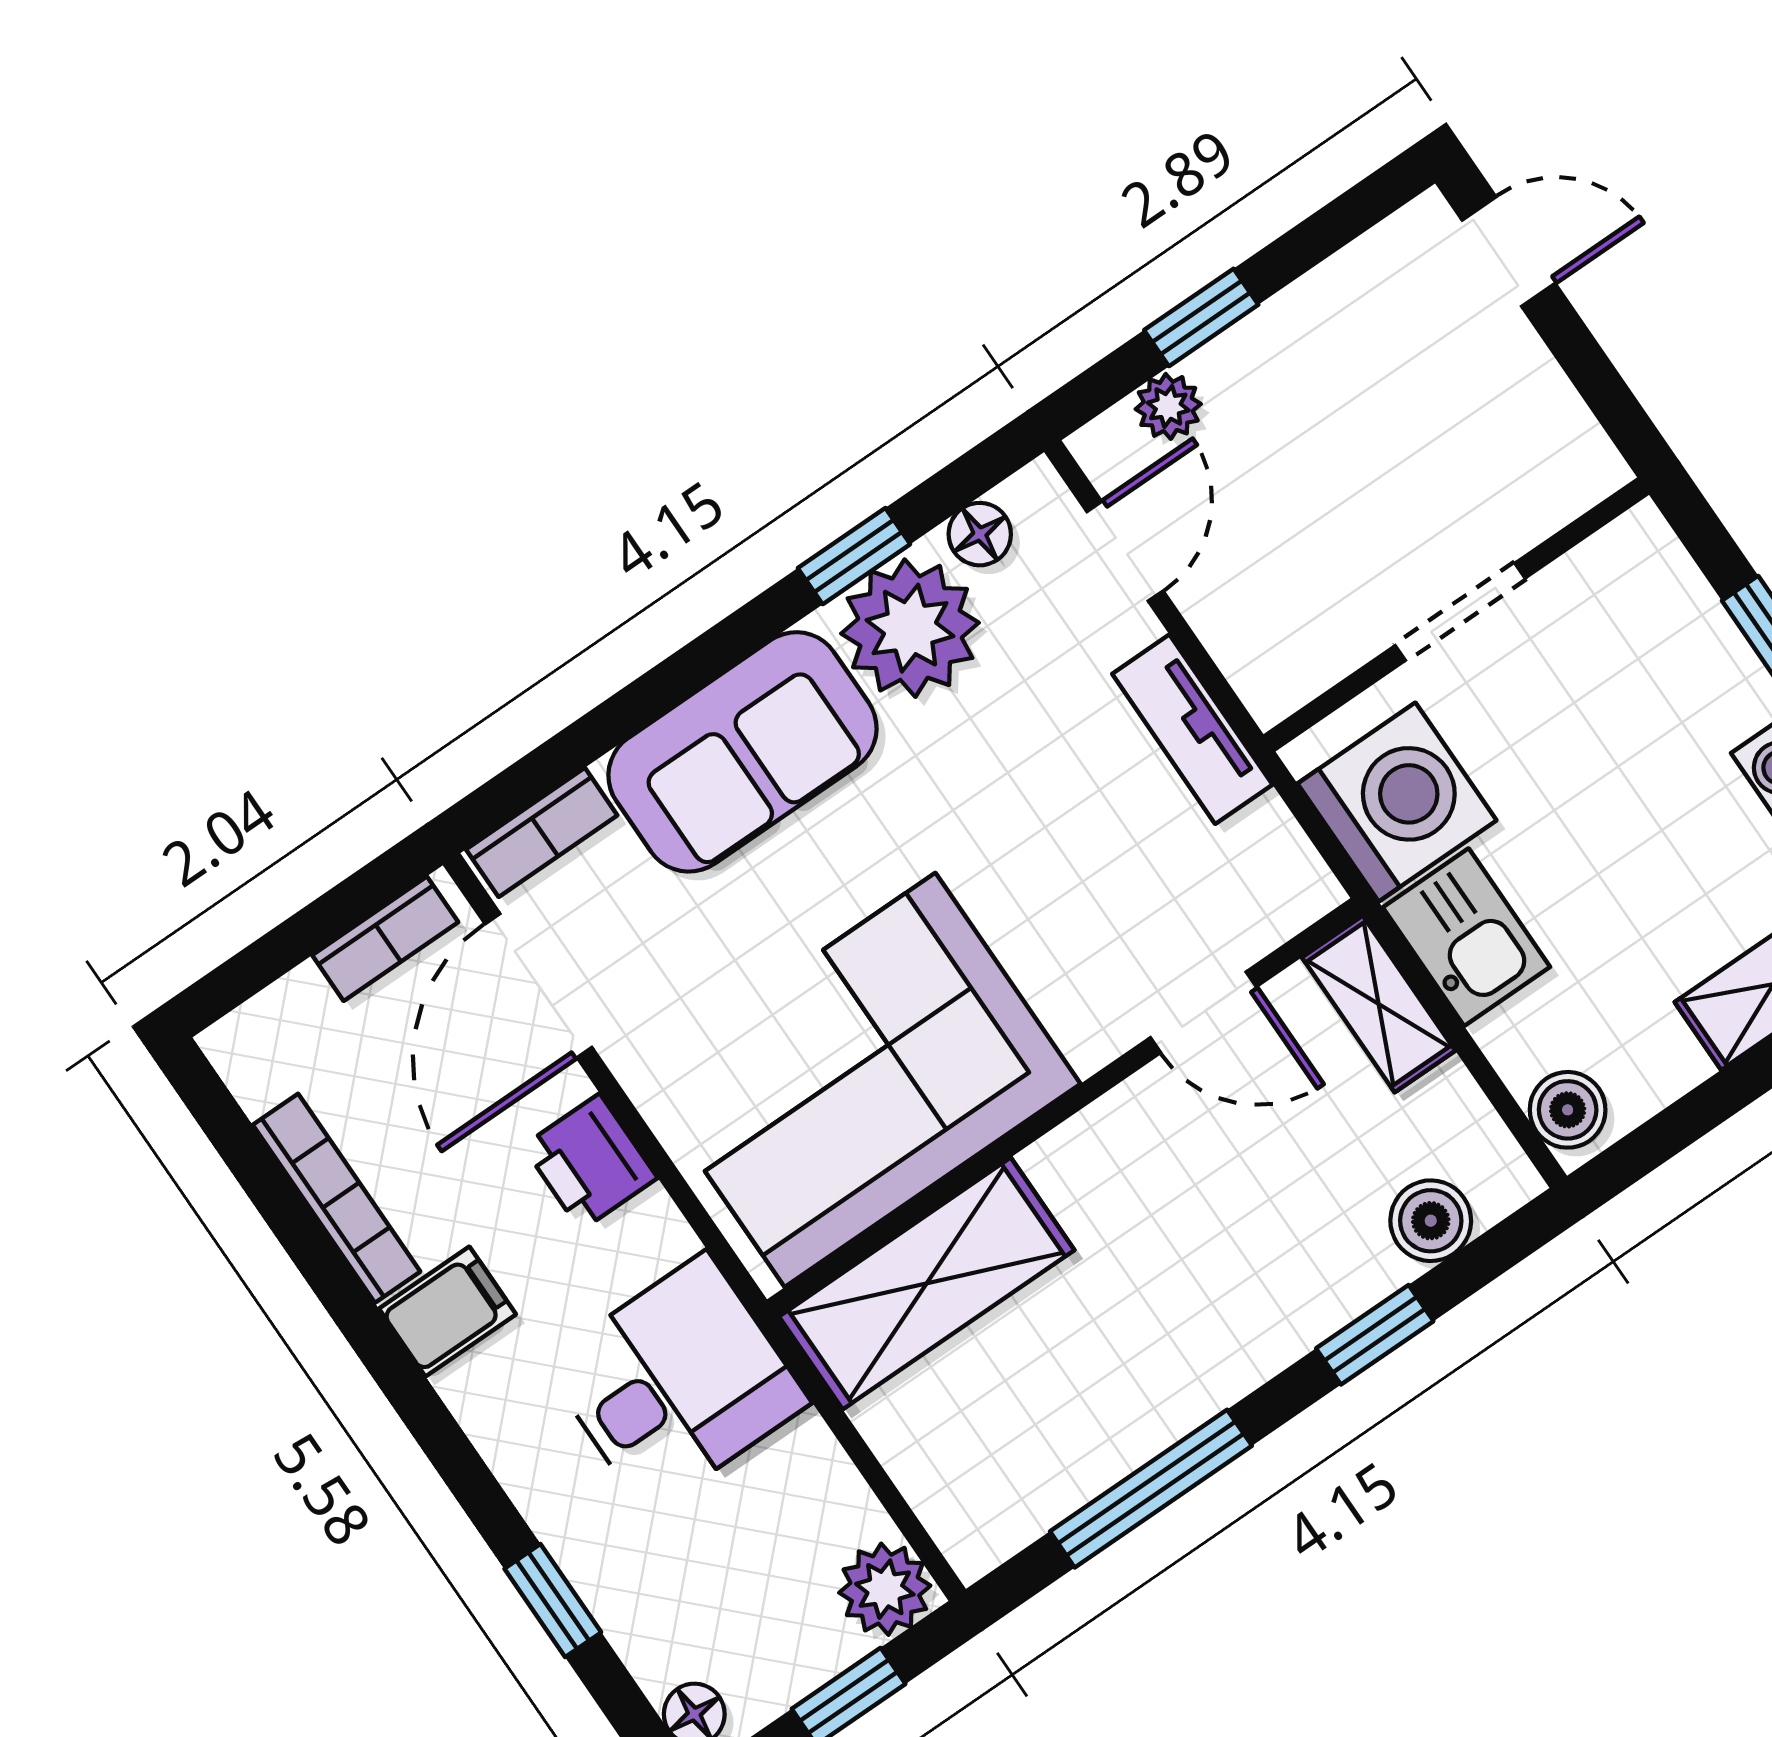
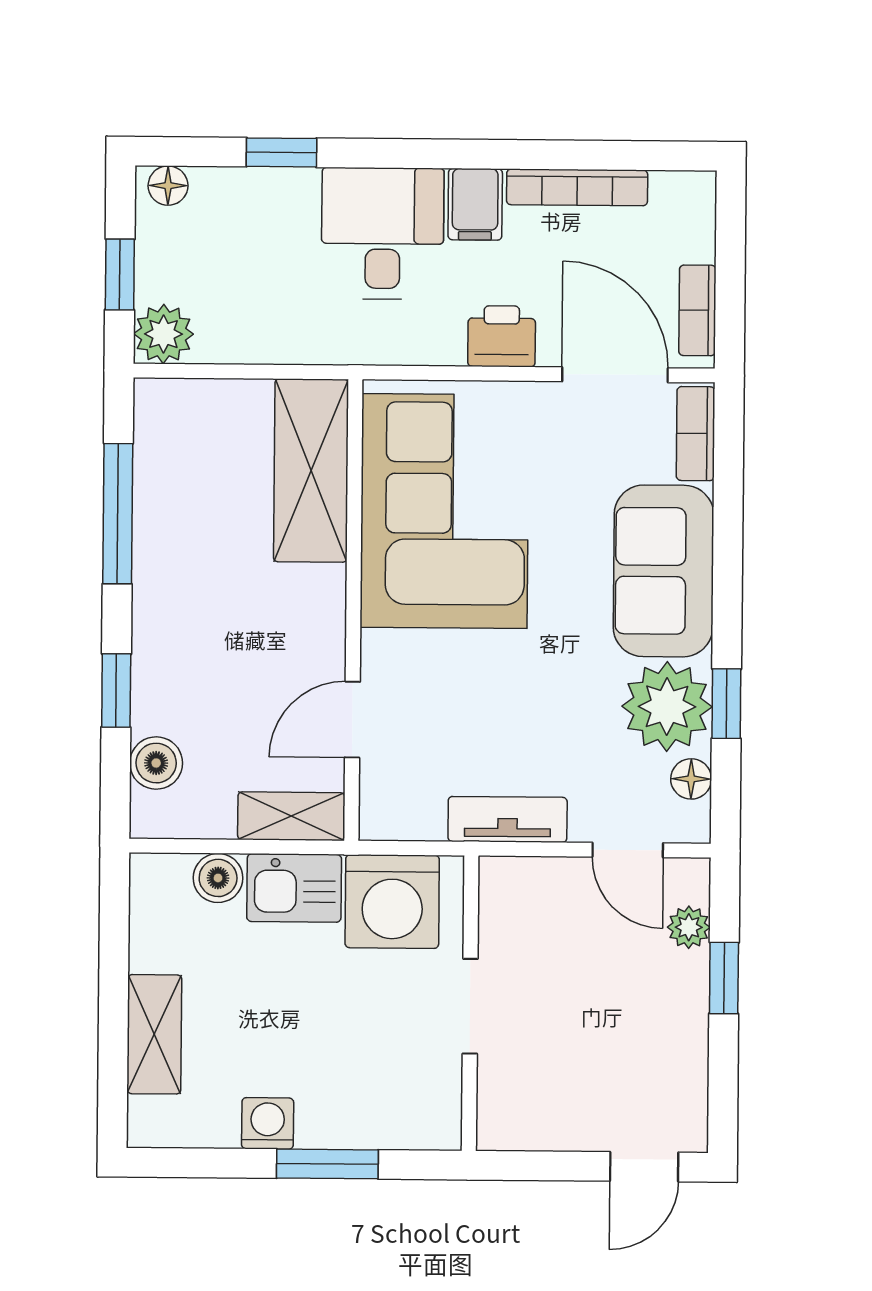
boiler: (1568, 1110) -> (218, 878), moved
desk: (677, 1383) -> (383, 233), moved, turned 180

